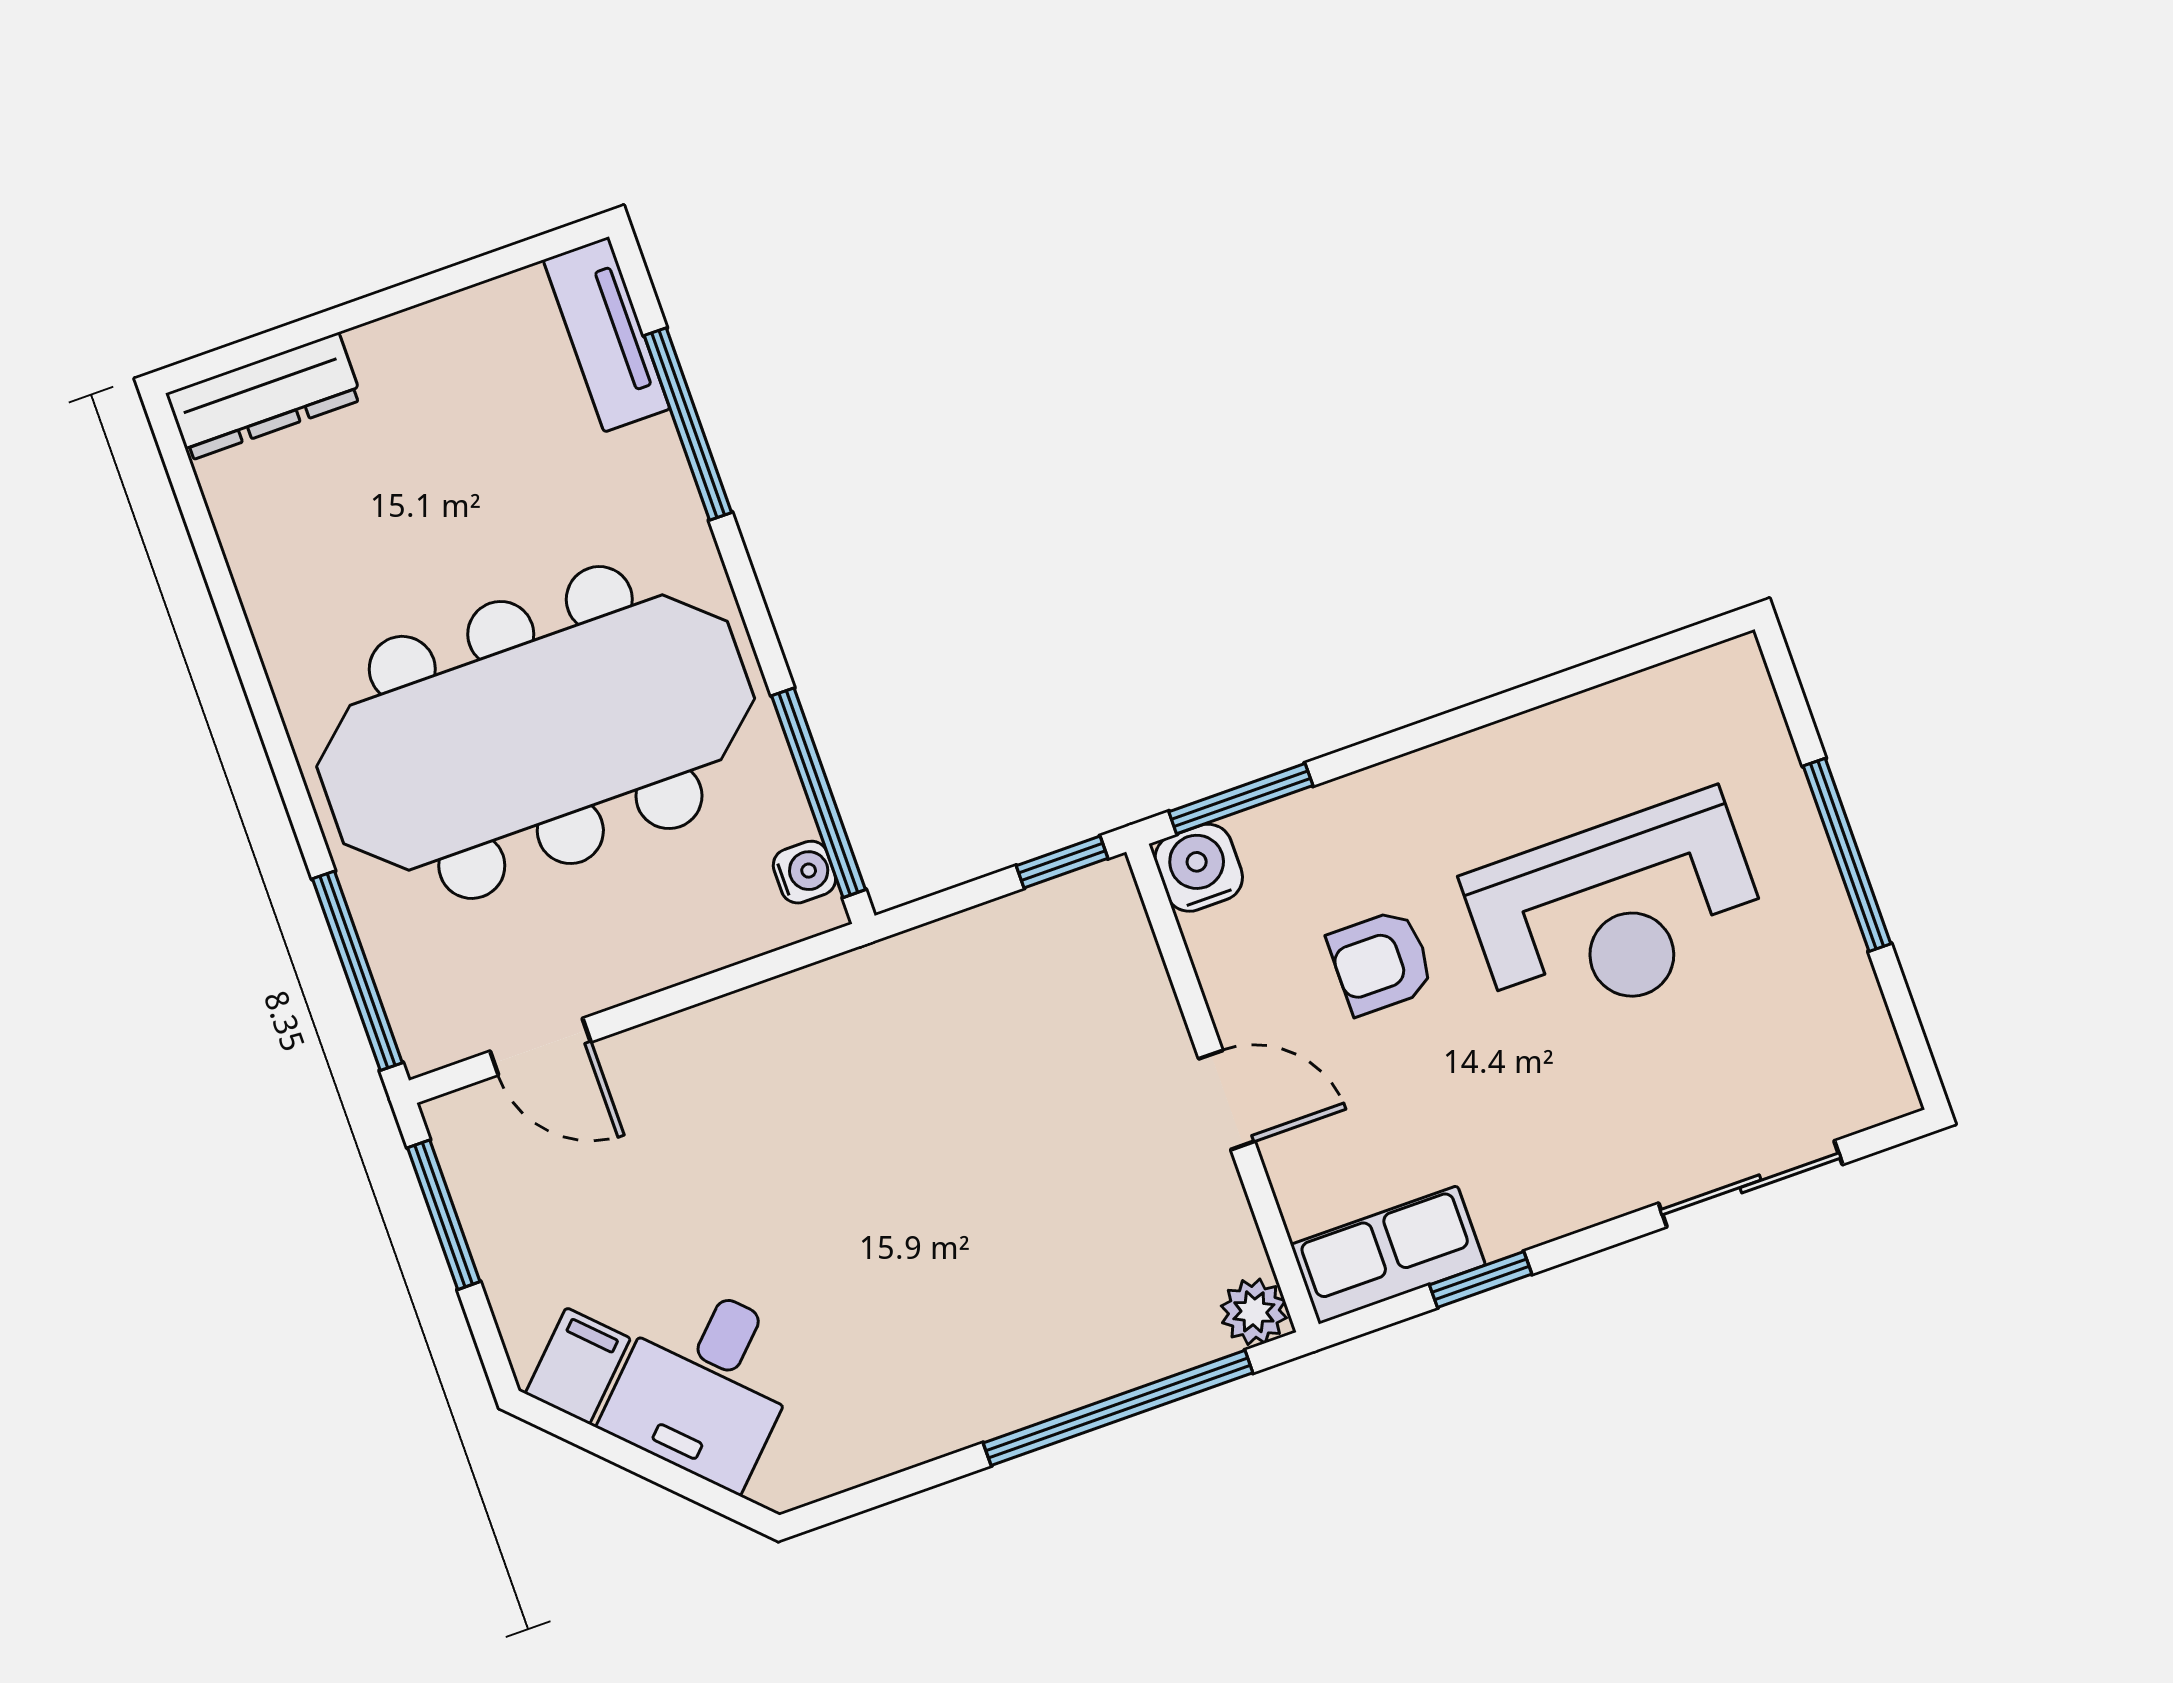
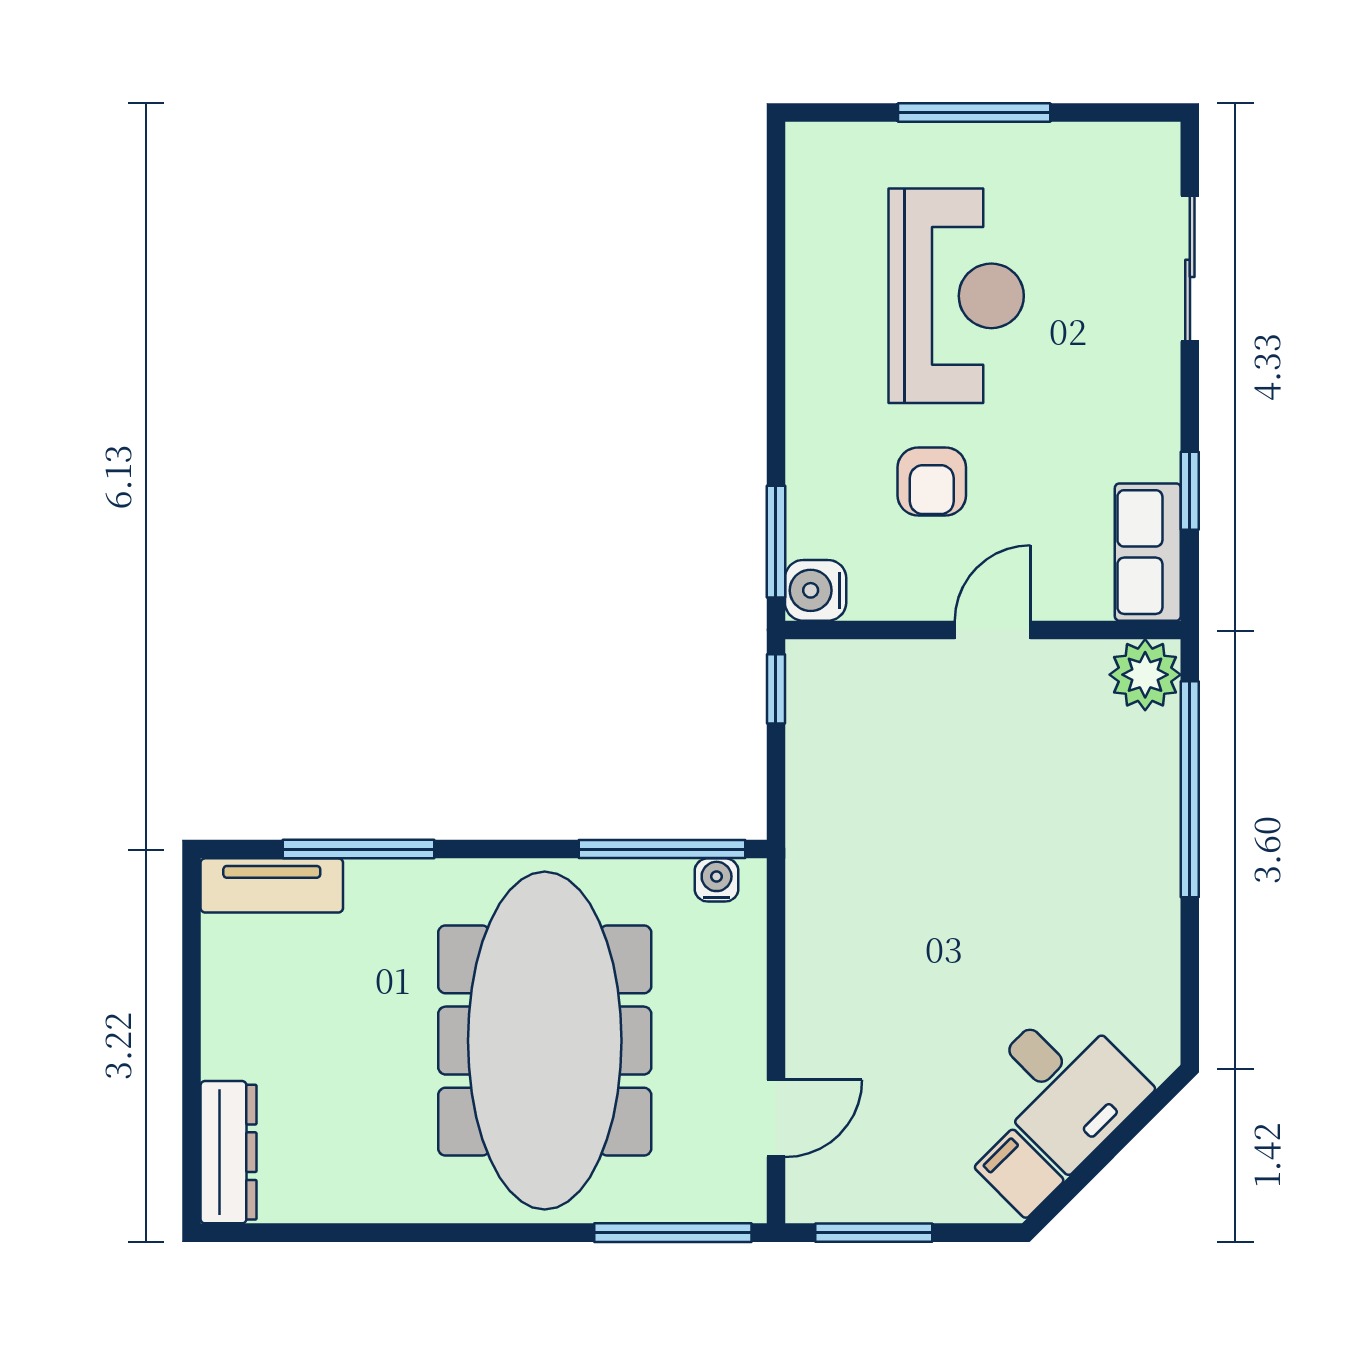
plant: (1254, 1312) -> (1145, 675), width x1.38, depth x1.38

